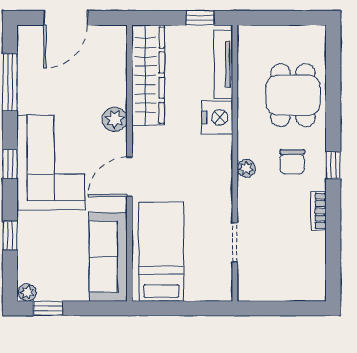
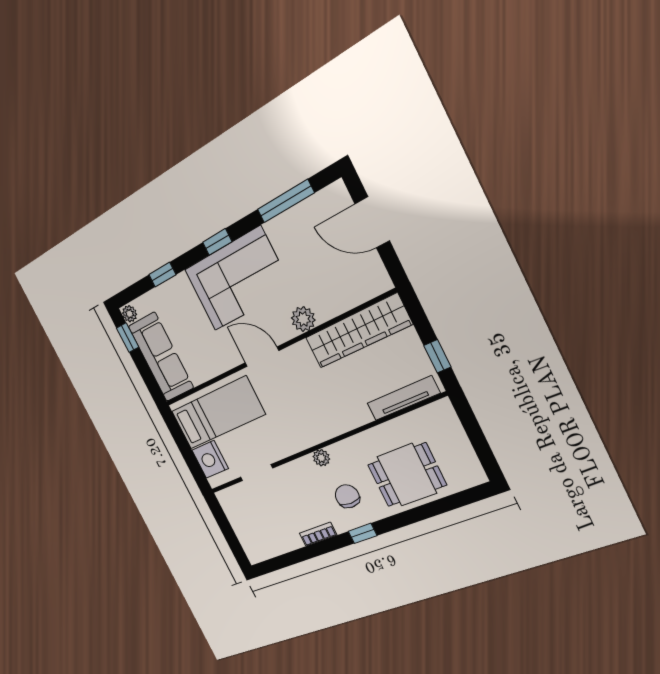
nightstand: (217, 117) -> (210, 459), moved, turned 90
chair: (292, 162) -> (347, 496), turned 90
sofa: (108, 257) -> (161, 357), moved, turned 90

